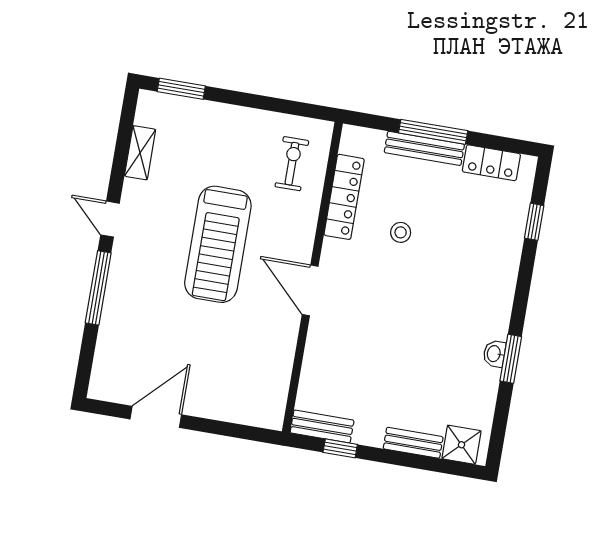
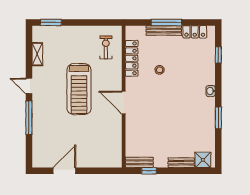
washbasin: (494, 354) -> (211, 91), moved

